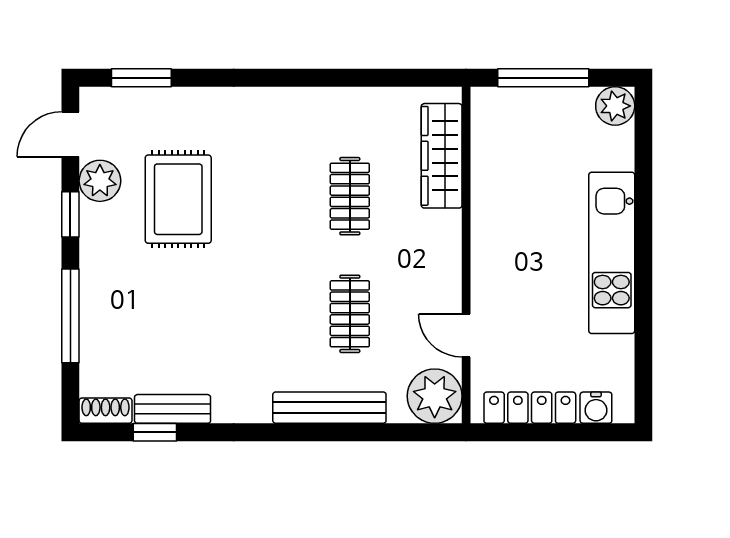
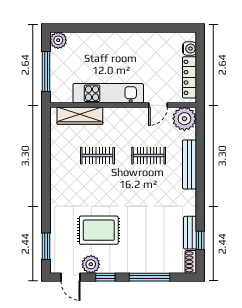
kitchen unit: (612, 253) -> (108, 93), moved, turned 180

